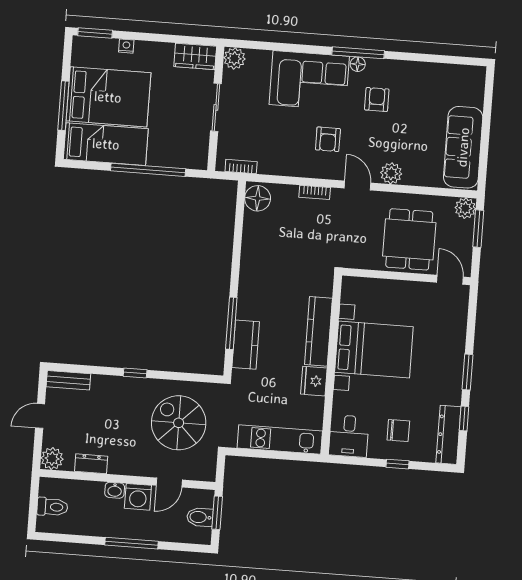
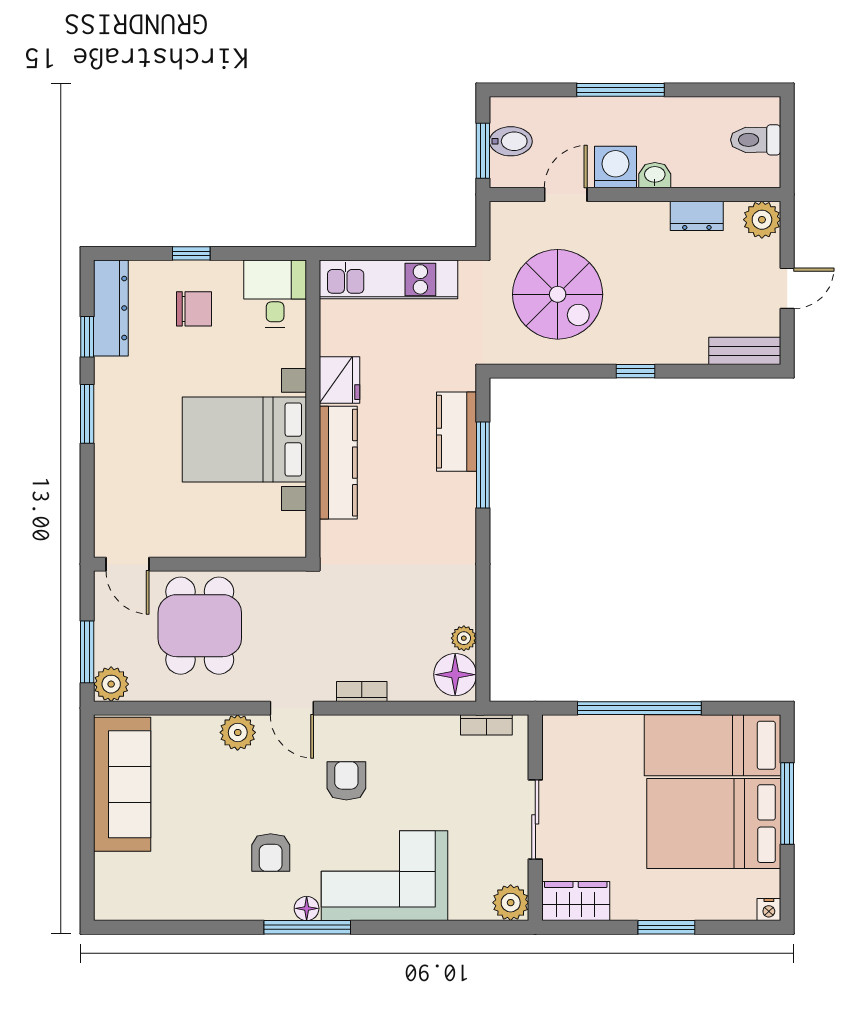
window: (95, 33) -> (666, 927), moved
nightstand: (126, 46) -> (769, 910), moved
plant: (251, 220) -> (464, 638), added
chair: (398, 431) -> (194, 309), turned 180

